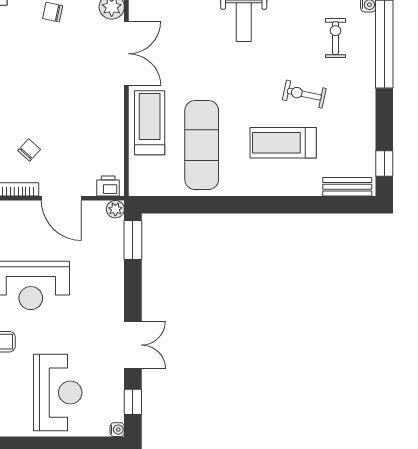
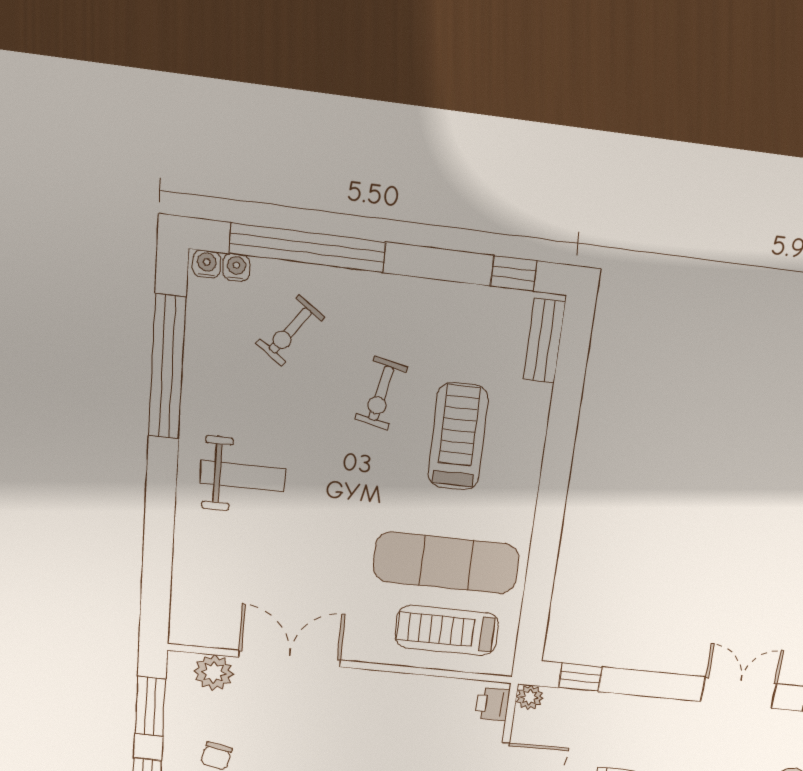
exercise bike: (335, 38) -> (290, 331), turned -54
treadmill: (150, 123) -> (447, 630), moved
treadmill: (283, 143) -> (458, 437), turned 180
window: (133, 240) -> (580, 677), width x0.67

